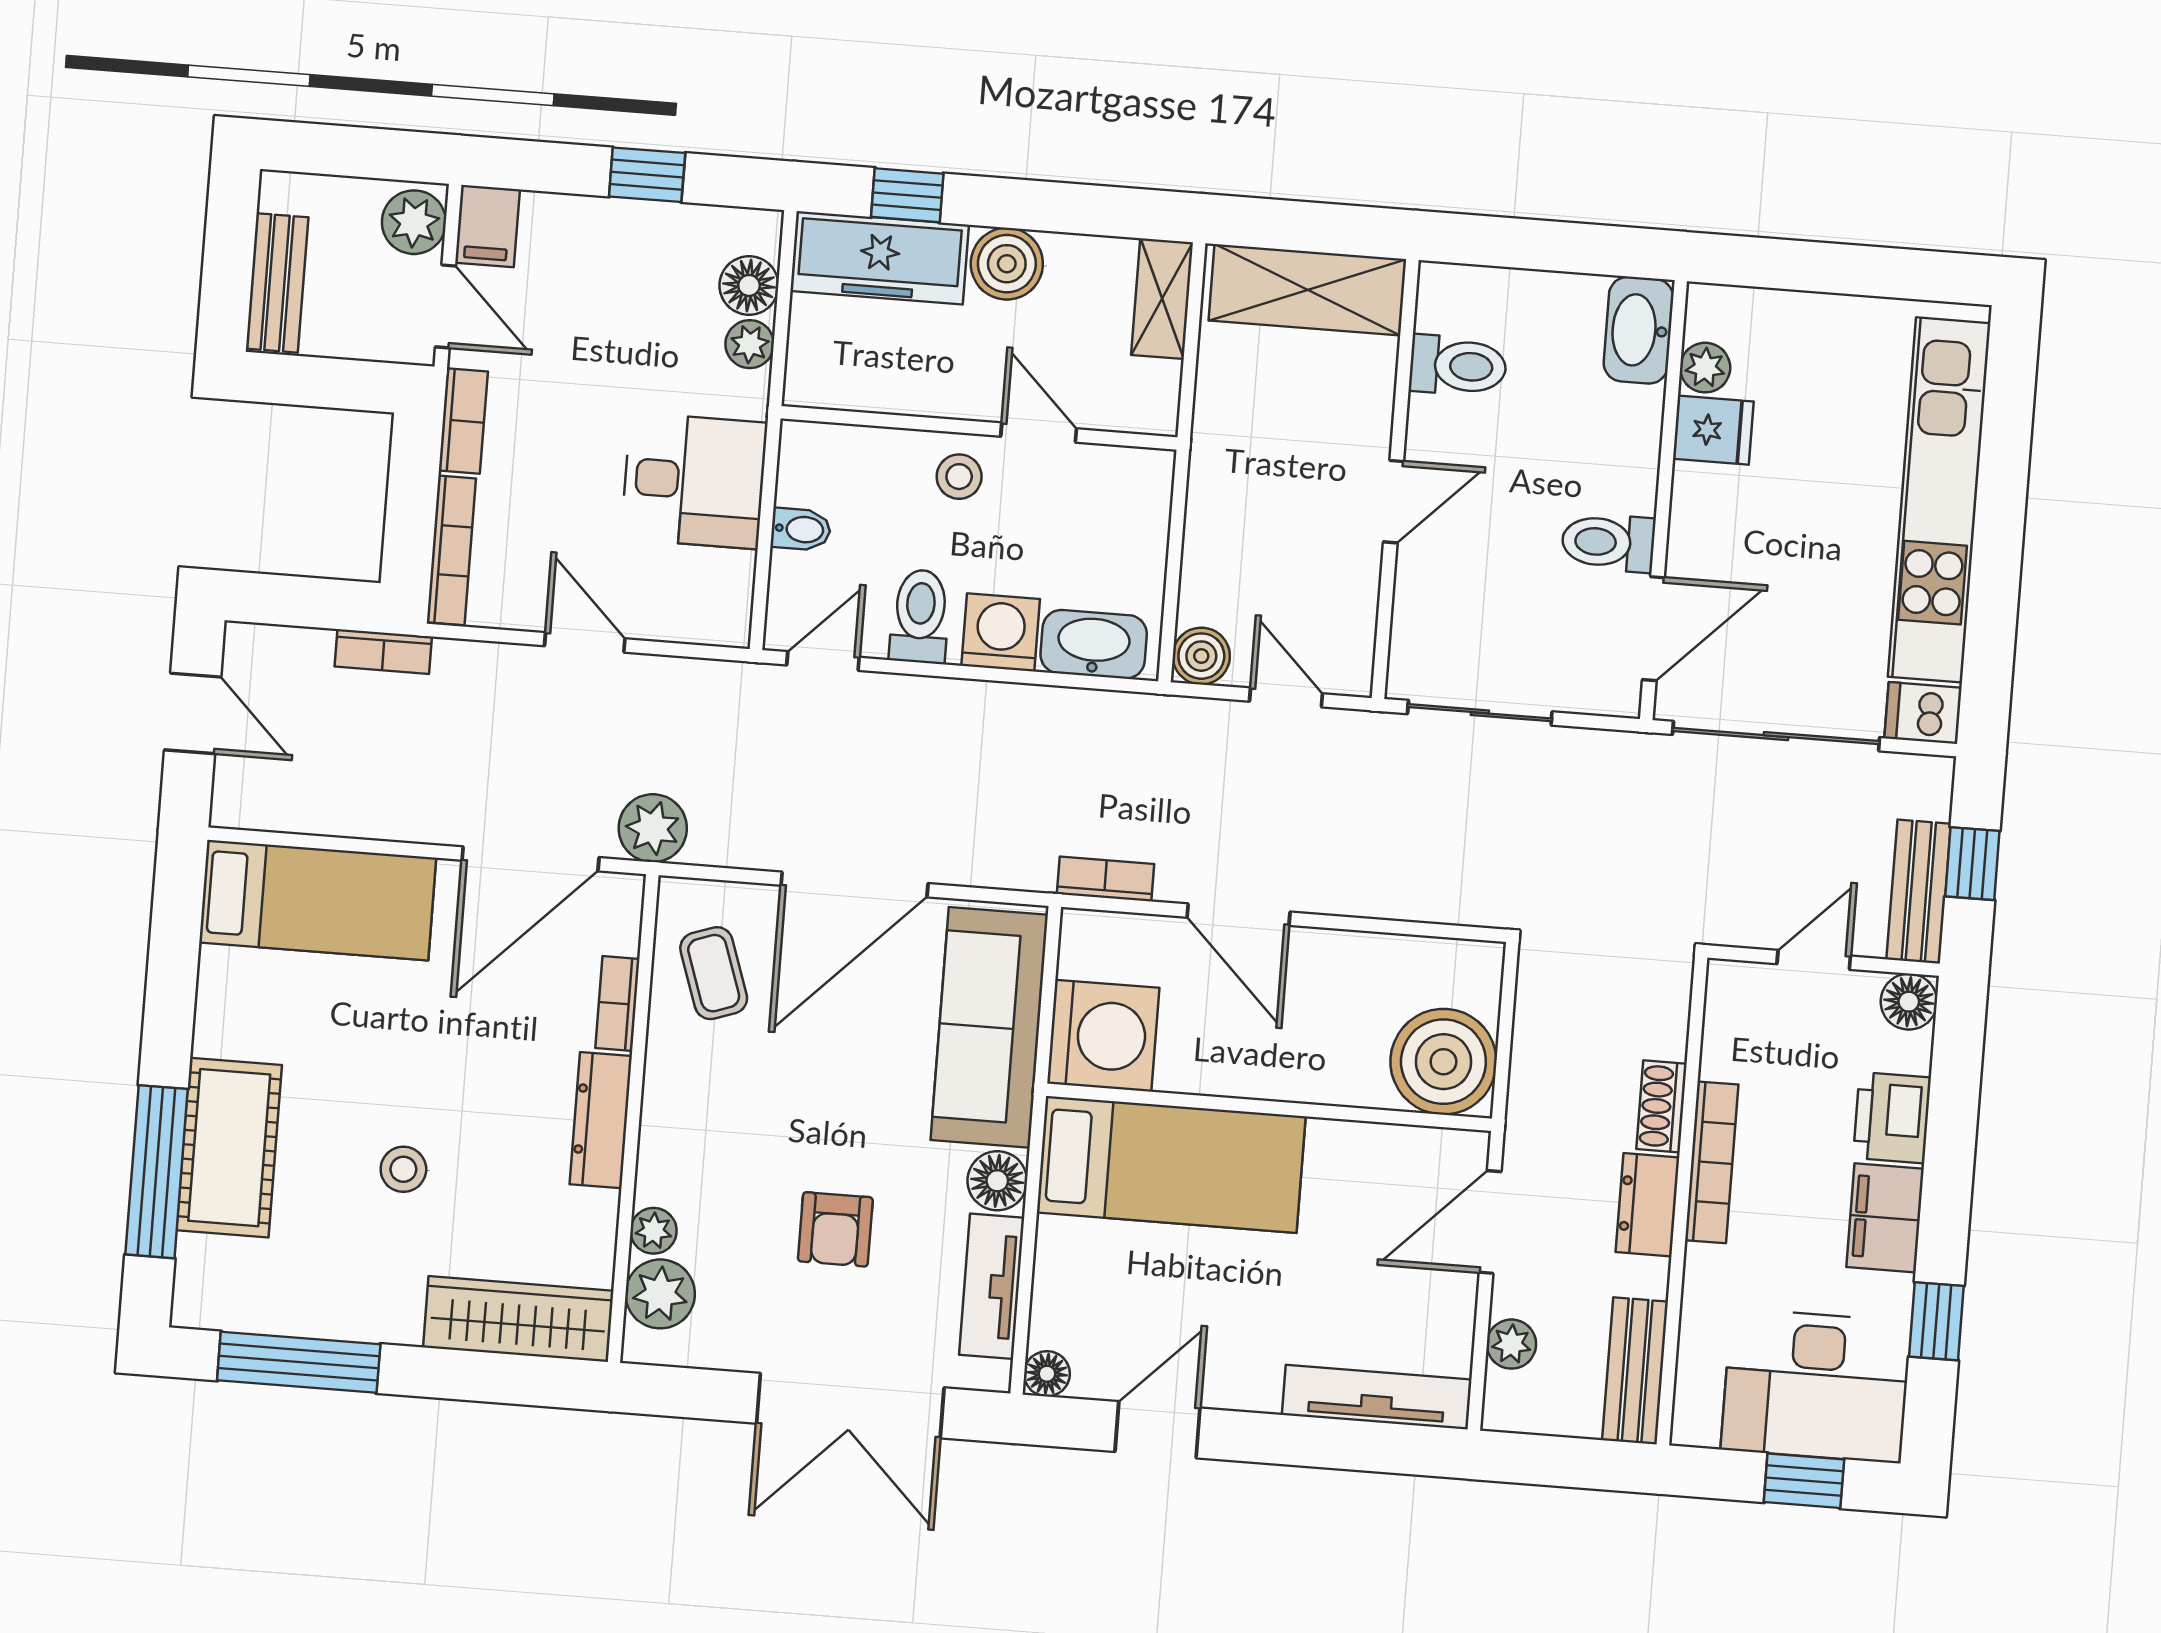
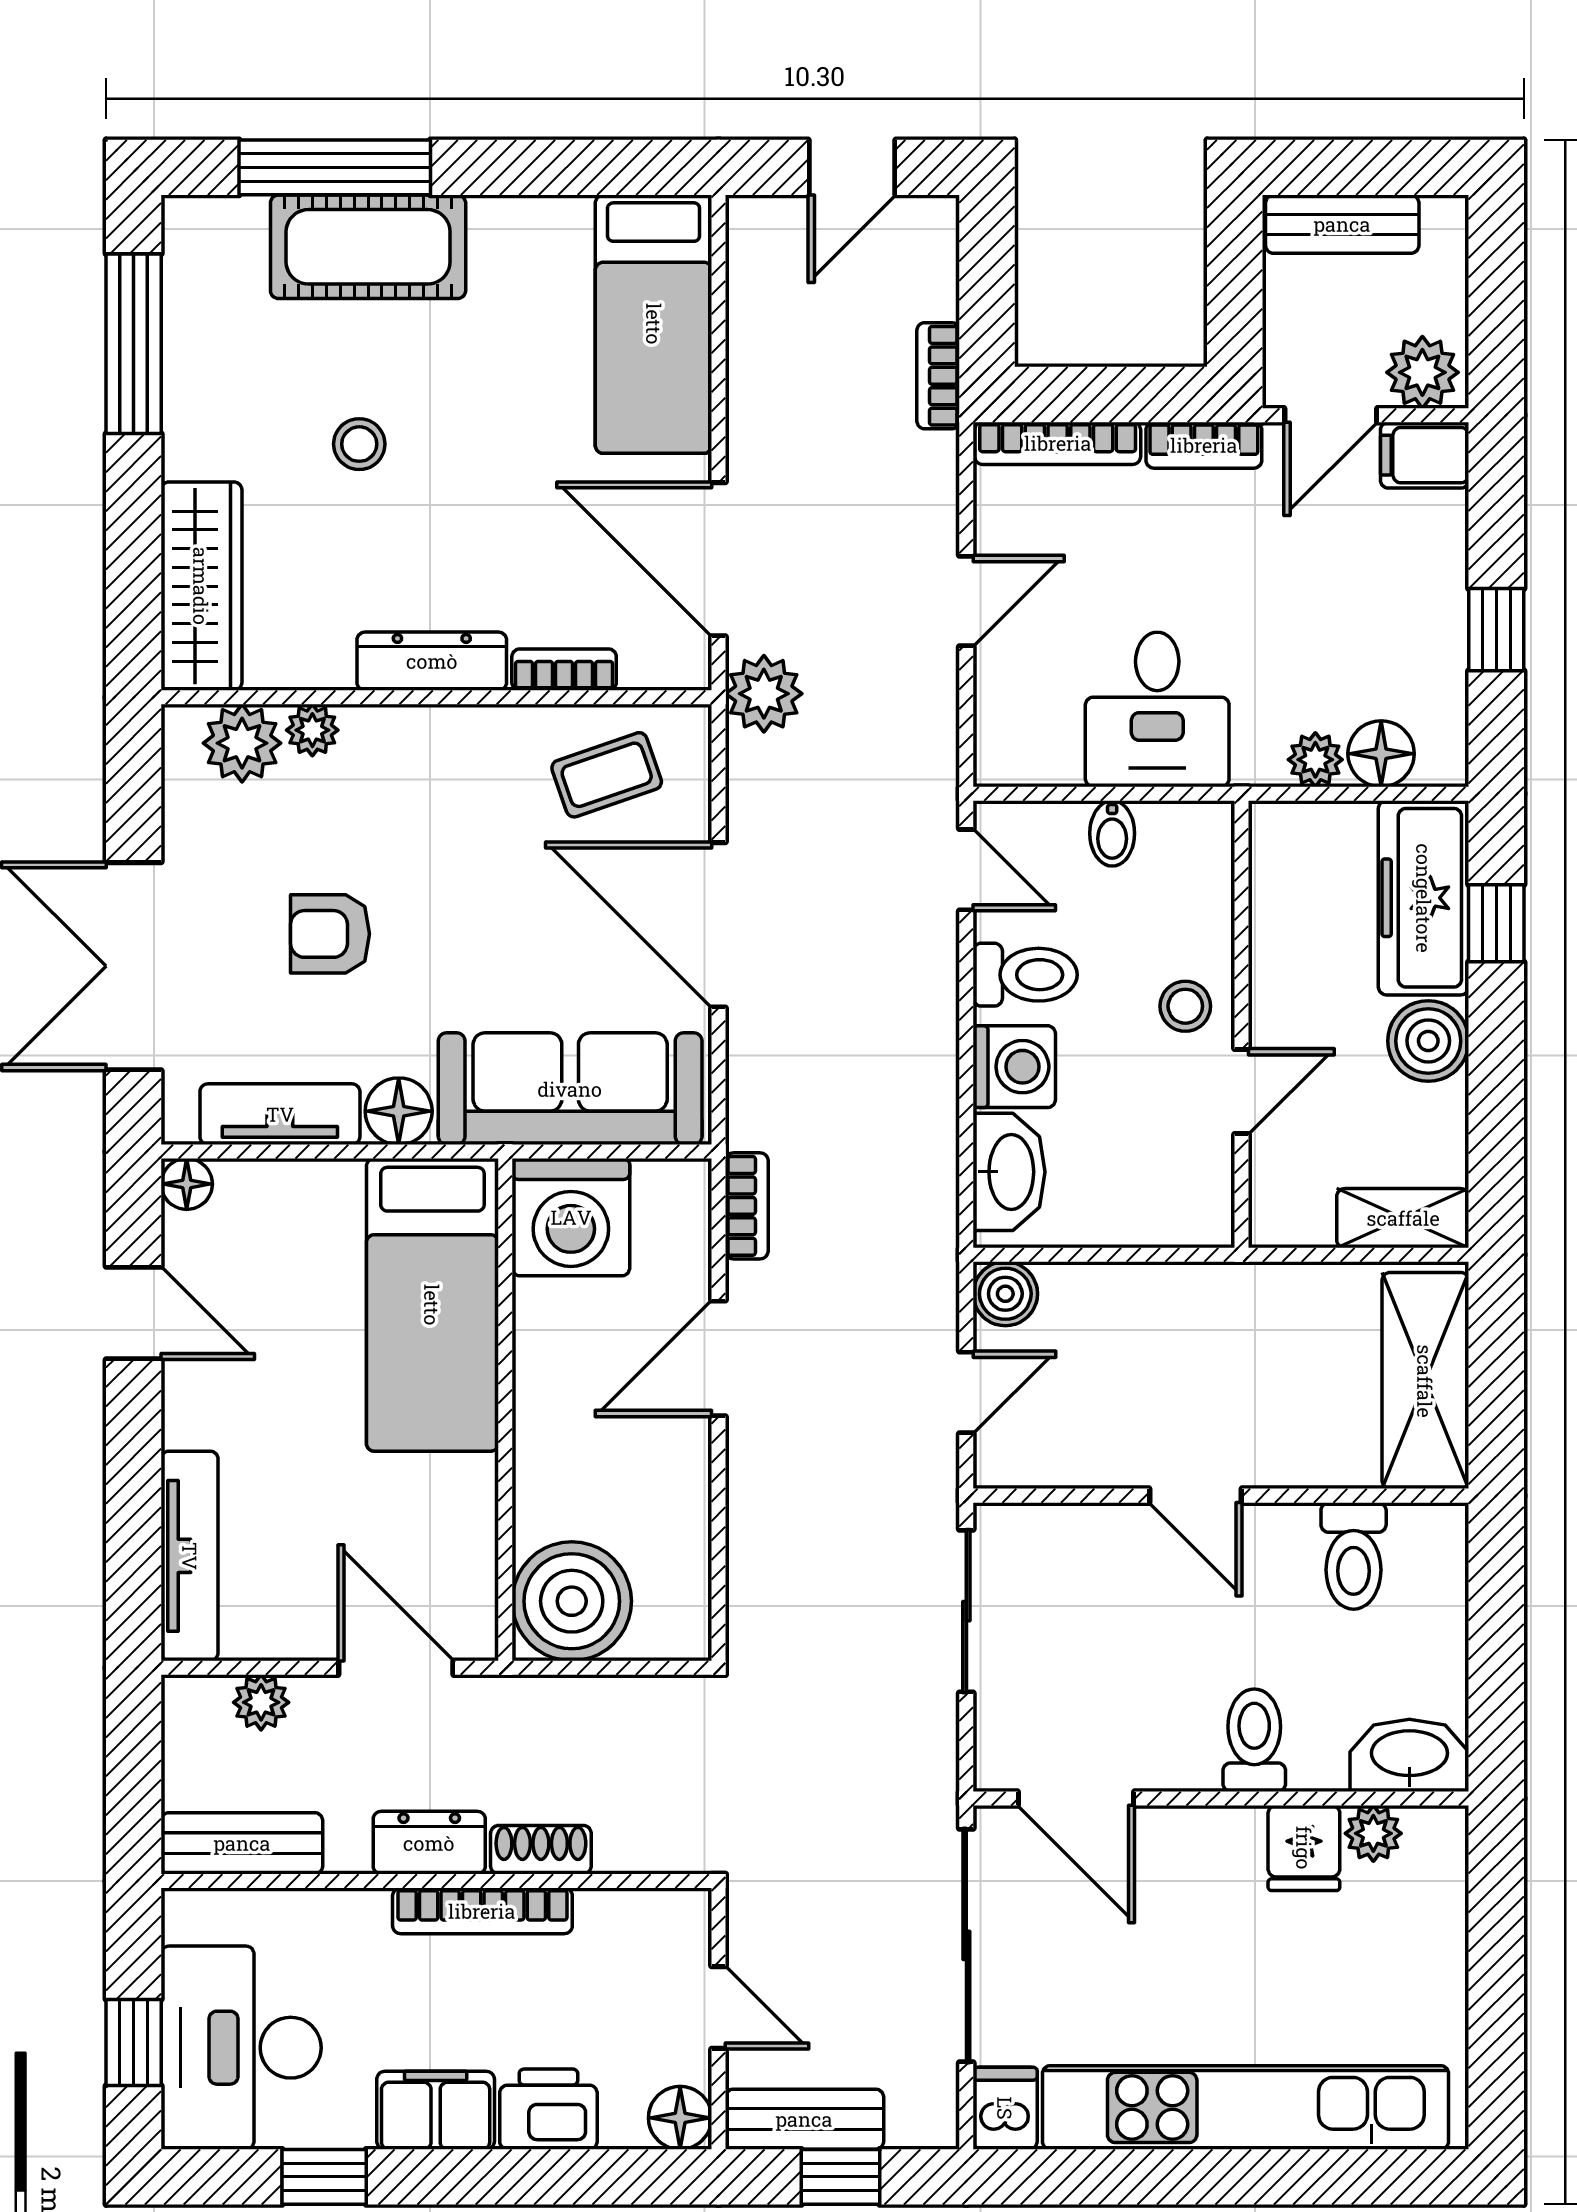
toilet: (1608, 542) -> (1254, 1740), moved

